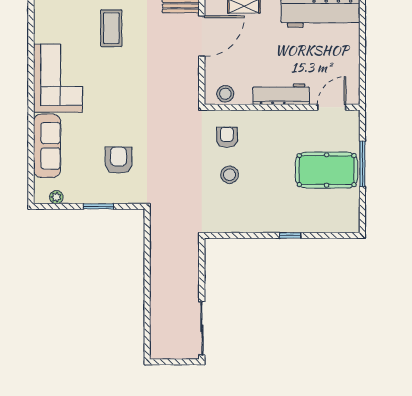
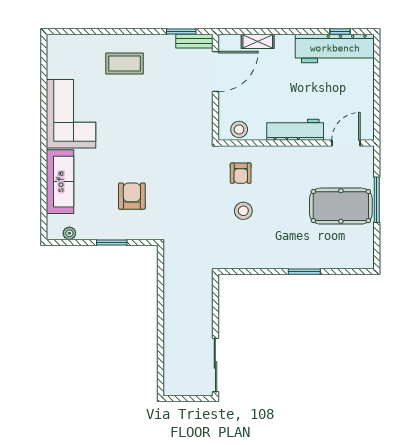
coffee table: (111, 28) -> (125, 64), turned 90
armchair: (227, 137) -> (241, 173), turned 180
window: (290, 235) -> (304, 272), width x1.50

